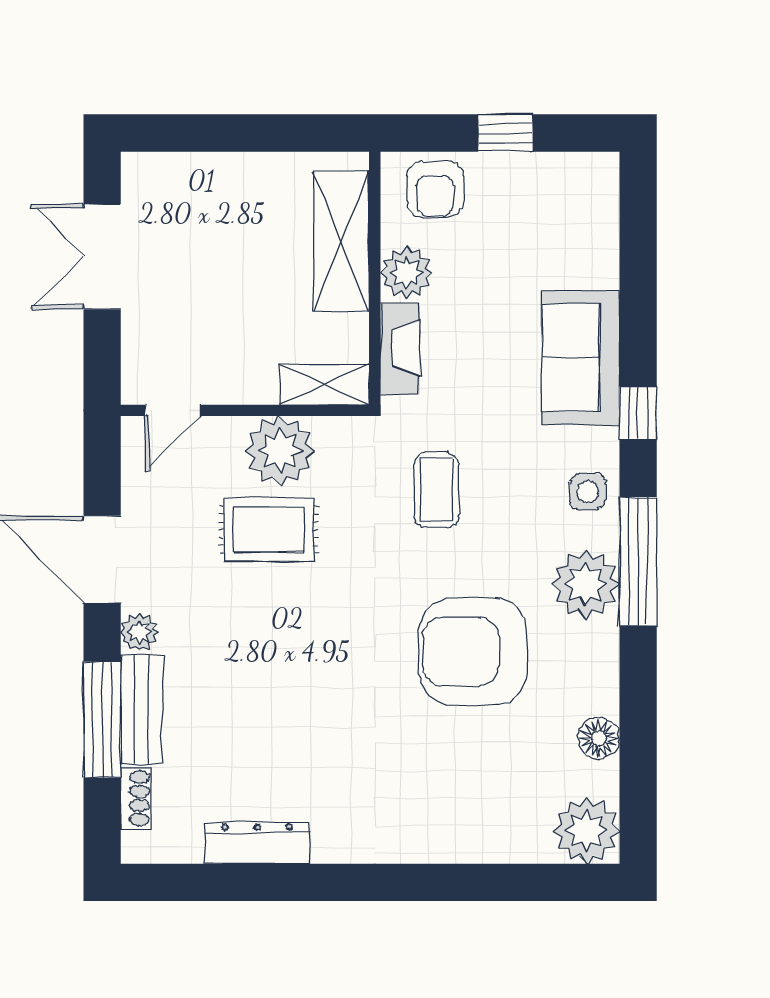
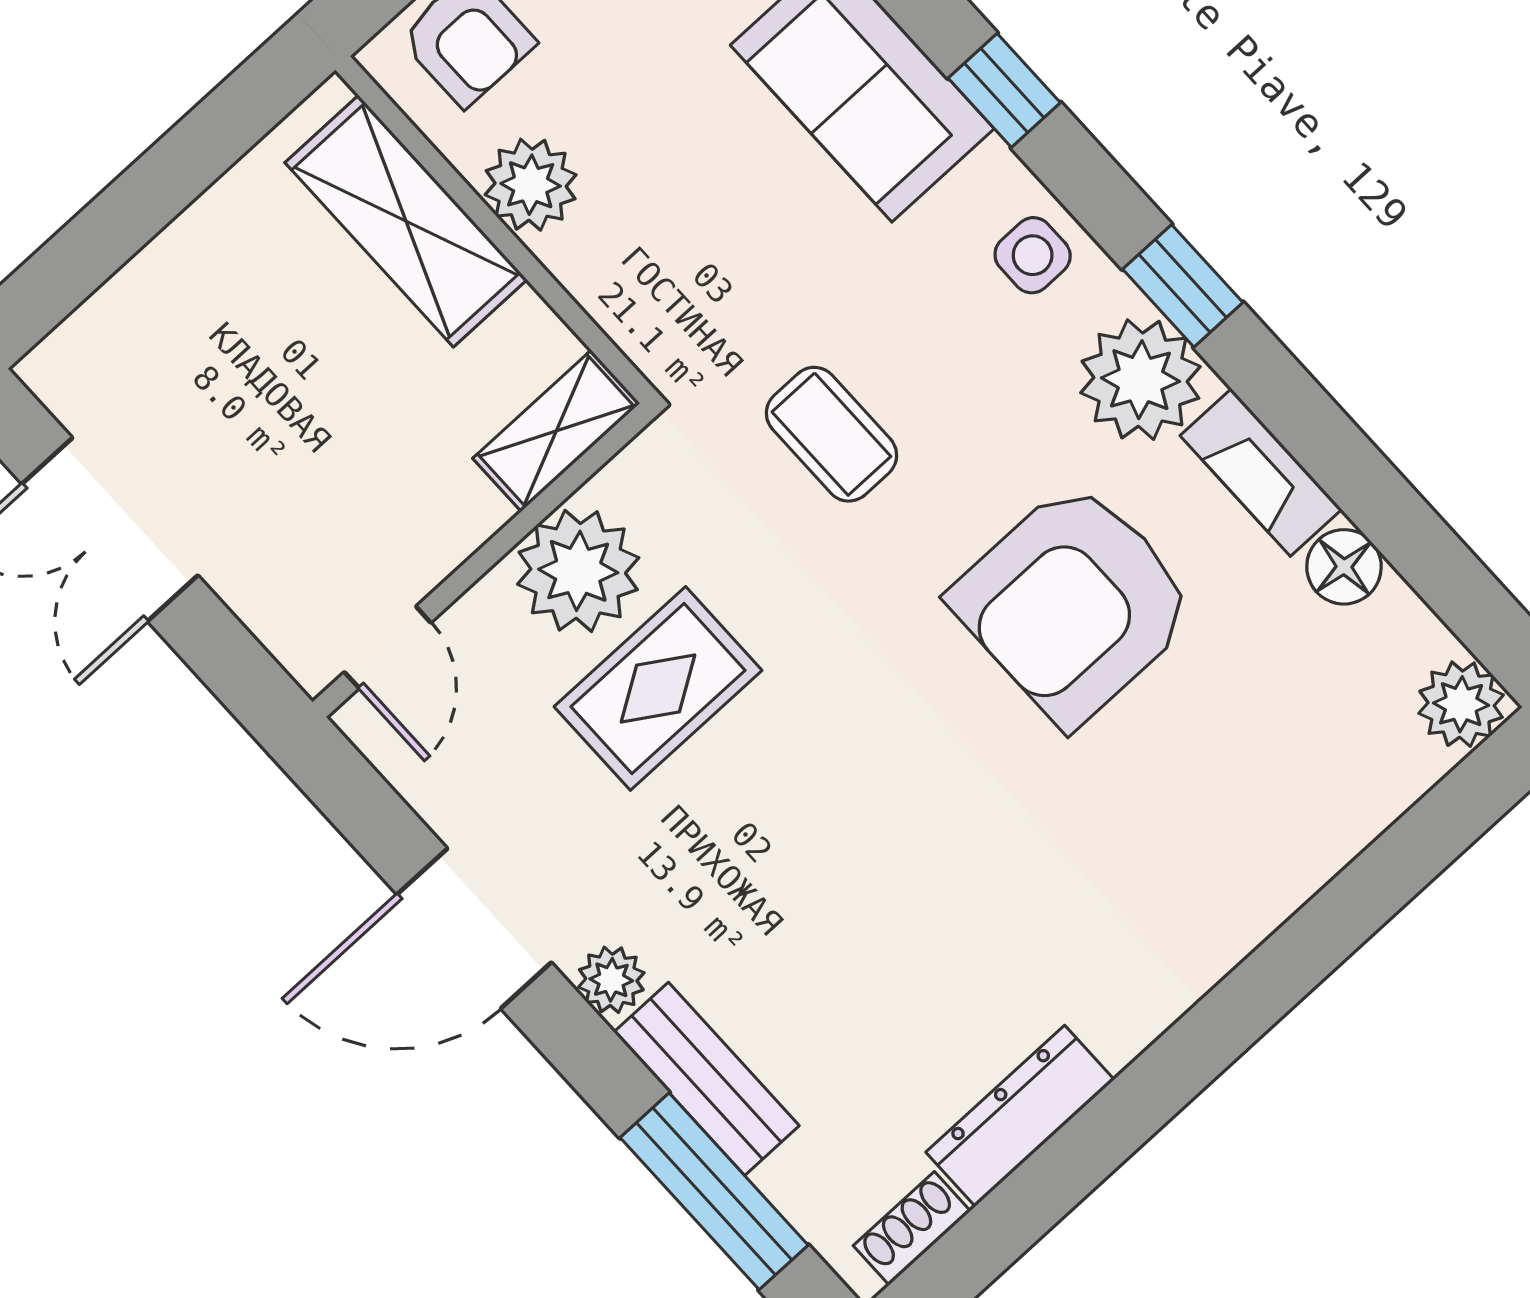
fireplace: (400, 349) -> (1261, 472), moved, turned 180
window: (638, 561) -> (1183, 286), width x0.46
window: (102, 720) -> (714, 1191), moved
shoe rack: (136, 798) -> (912, 1228), moved, turned -90
plant: (586, 831) -> (1461, 704), width x0.73, depth x0.73

